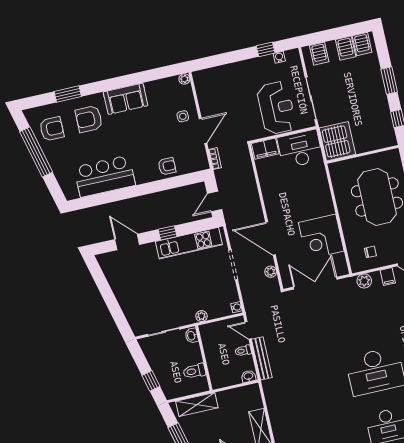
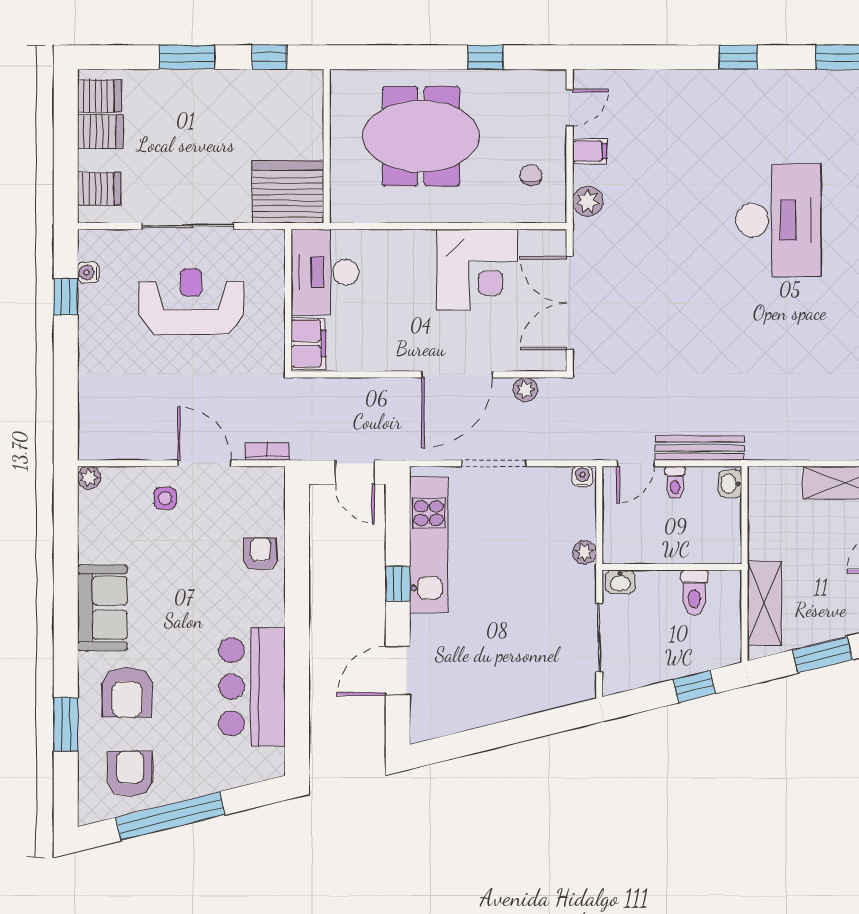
wall: (283, 135) -> (288, 300), moved
filing cabinet: (265, 149) -> (308, 344), moved
desk: (300, 149) -> (325, 272), moved

